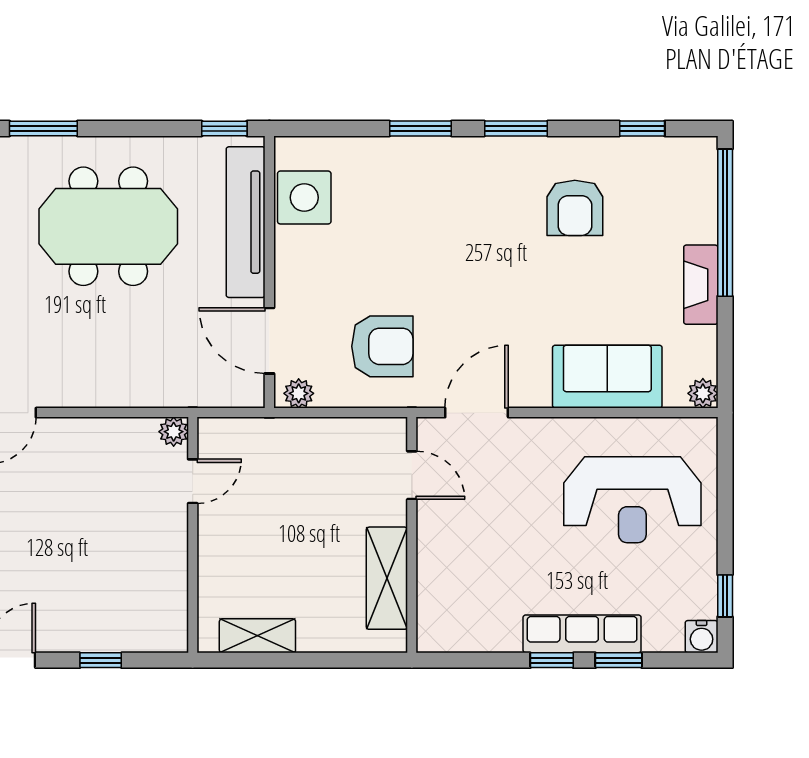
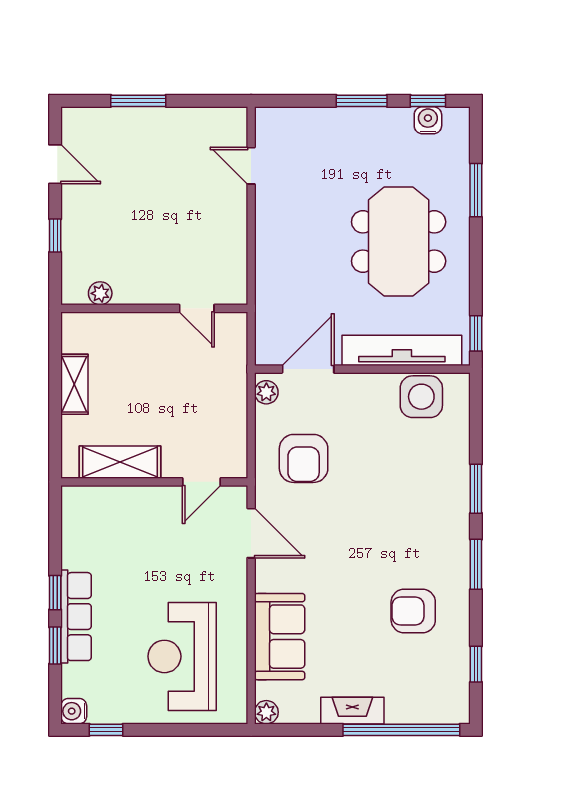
plant: (174, 432) -> (100, 293), moved
shelving: (257, 636) -> (74, 384), moved

